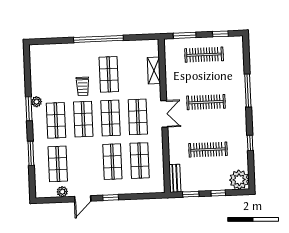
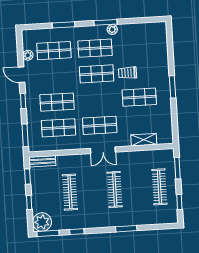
window: (98, 39) -> (173, 87), width x0.47
window: (248, 91) -> (126, 229), width x0.69
shop shelf: (111, 118) -> (98, 100), removed
window: (251, 174) -> (48, 233), added
window: (147, 196) -> (25, 135), added

